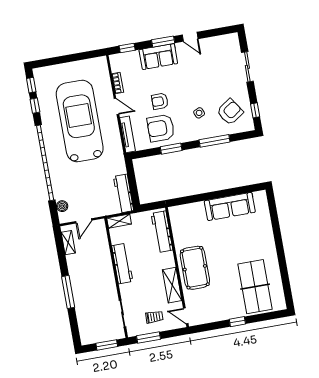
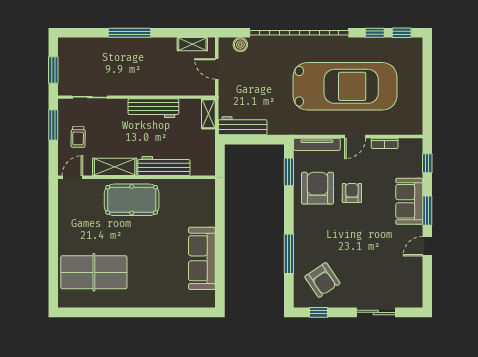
side table: (199, 113) -> (328, 240), removed
window: (171, 149) -> (289, 172), moved
workbench: (162, 232) -> (164, 166), moved
window: (237, 322) -> (53, 242), removed

